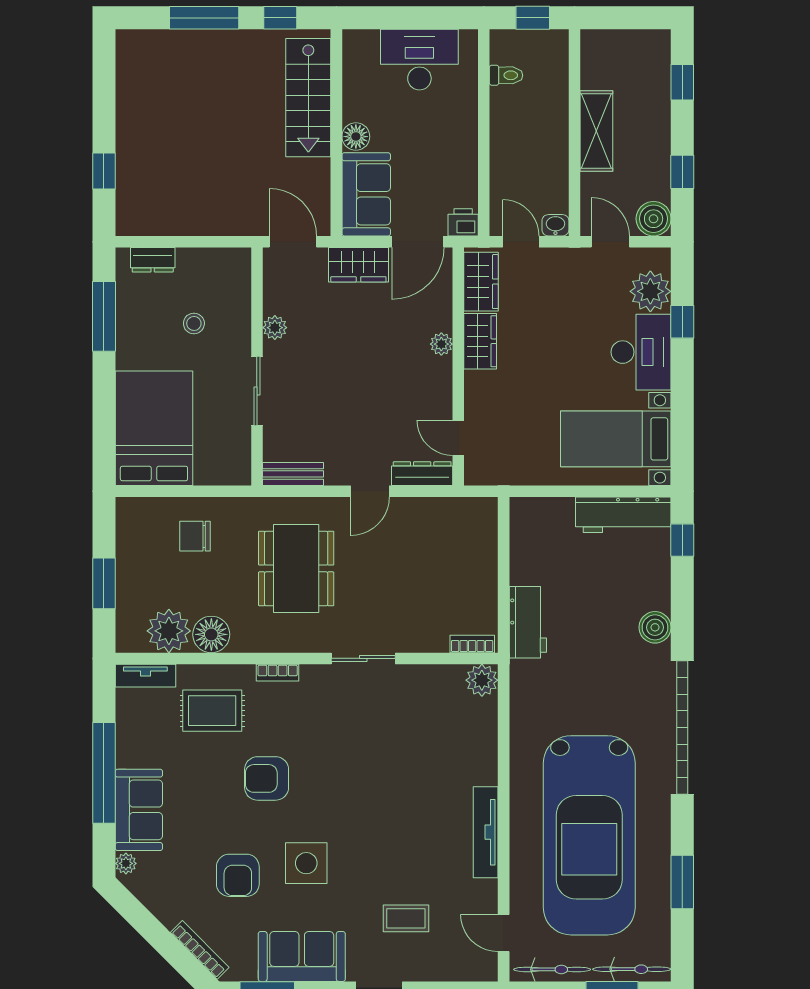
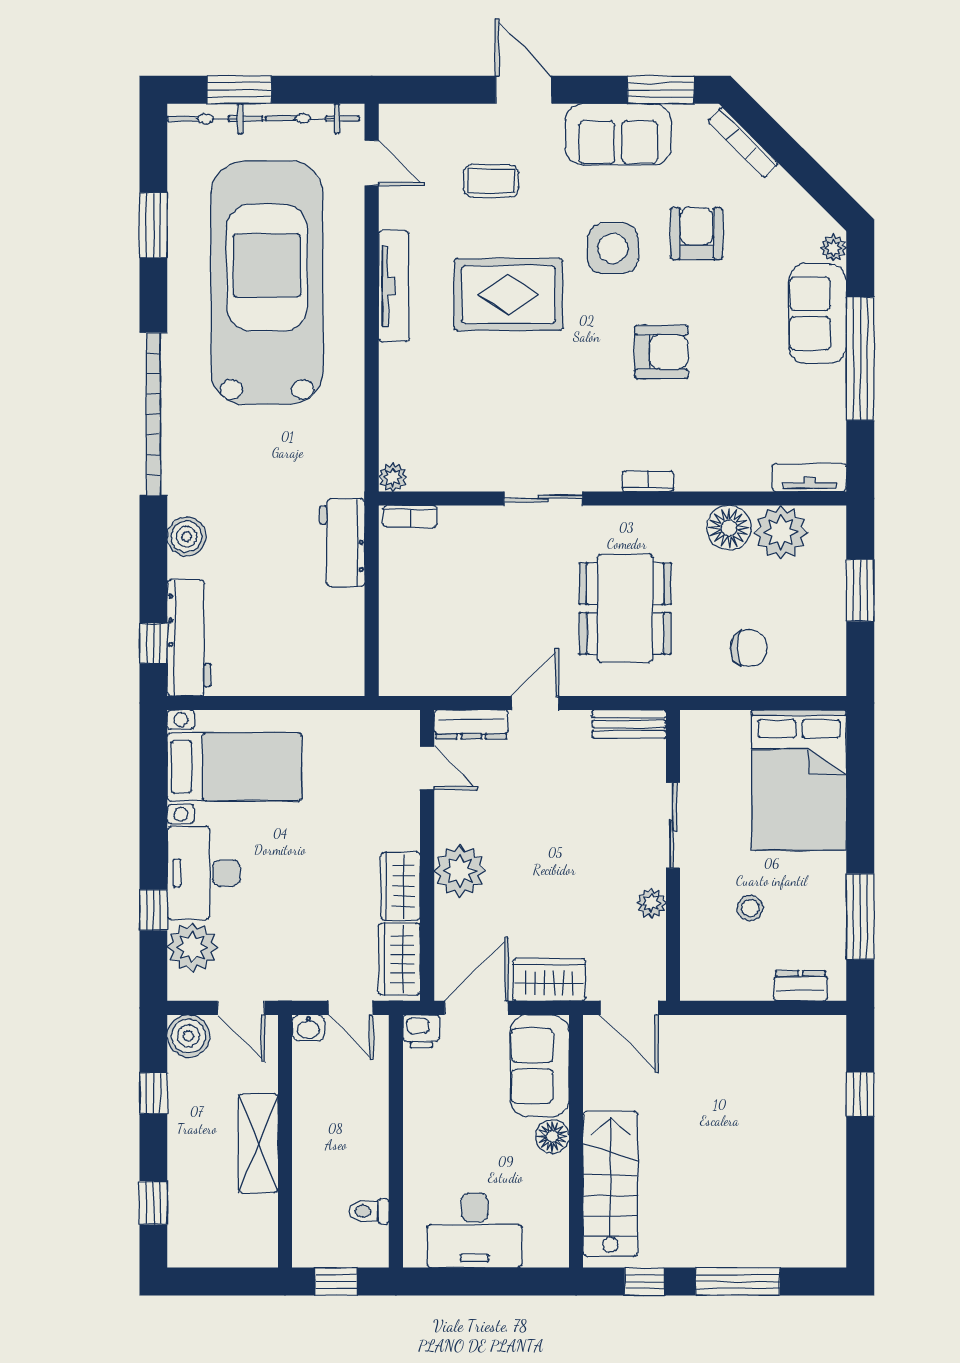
plant: (441, 344) -> (460, 871), width x1.88, depth x1.88
workbench: (623, 515) -> (189, 638), moved, turned 90
plant: (482, 680) -> (393, 477), width x0.73, depth x0.73
rug: (212, 711) -> (509, 295), moved, width x1.36, depth x1.43

